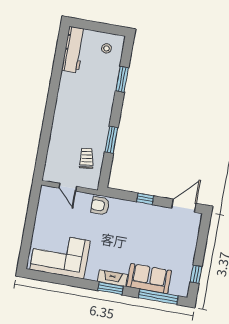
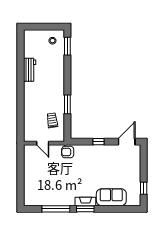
workbench: (74, 50) -> (30, 70), moved, width x0.73
window: (122, 79) -> (67, 46), moved
corner sofa: (60, 255) -> (46, 192), removed
window: (158, 297) -> (56, 209), moved

